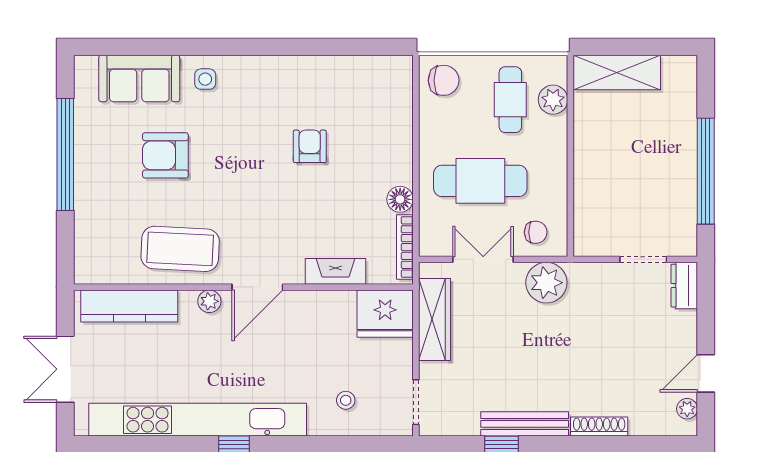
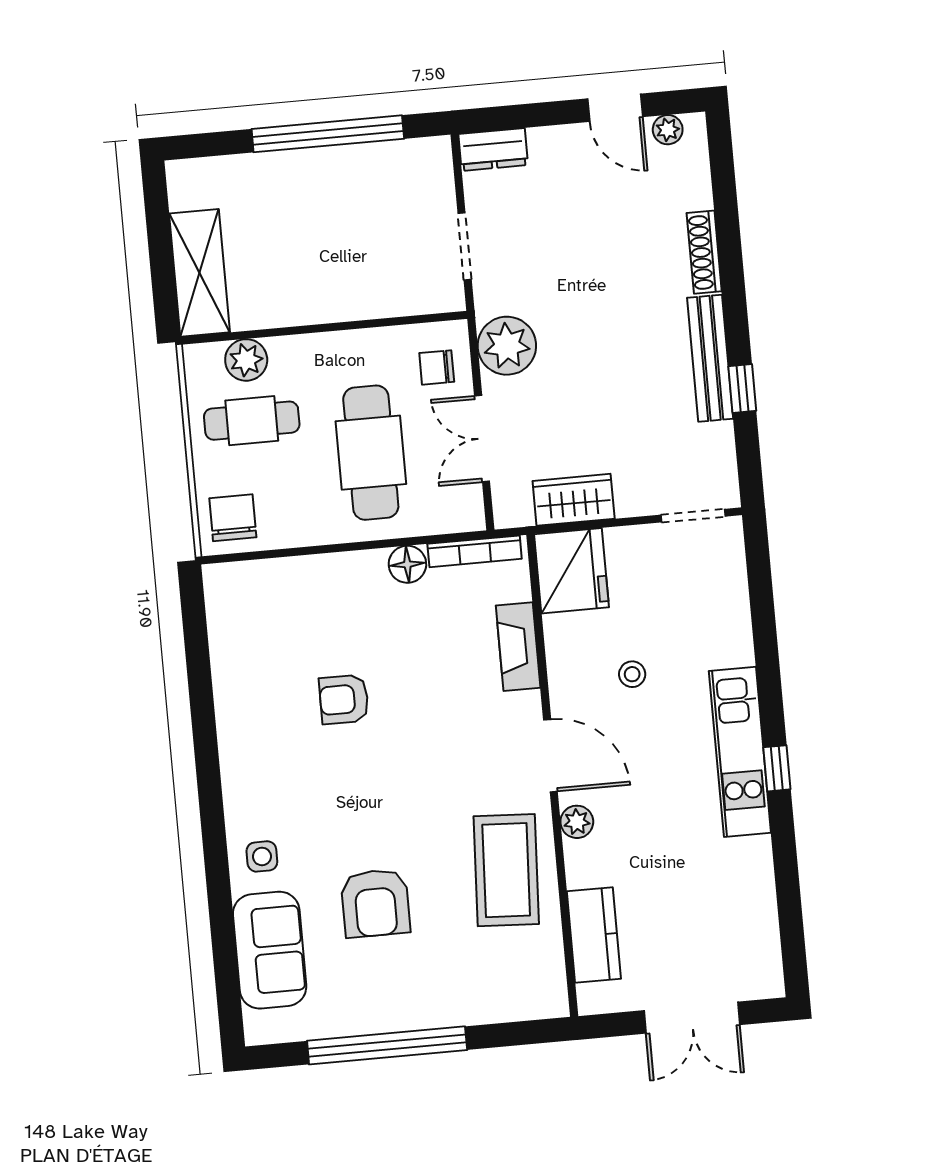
chair: (536, 232) -> (437, 367), turned -90
doorway: (643, 259) -> (465, 246), moved
kitchen counter: (129, 306) -> (594, 935), width x0.67
wardrobe: (435, 319) -> (574, 500), width x0.67
stool: (346, 400) -> (632, 674), moved
kitchen unit: (198, 420) -> (740, 752), width x0.54

